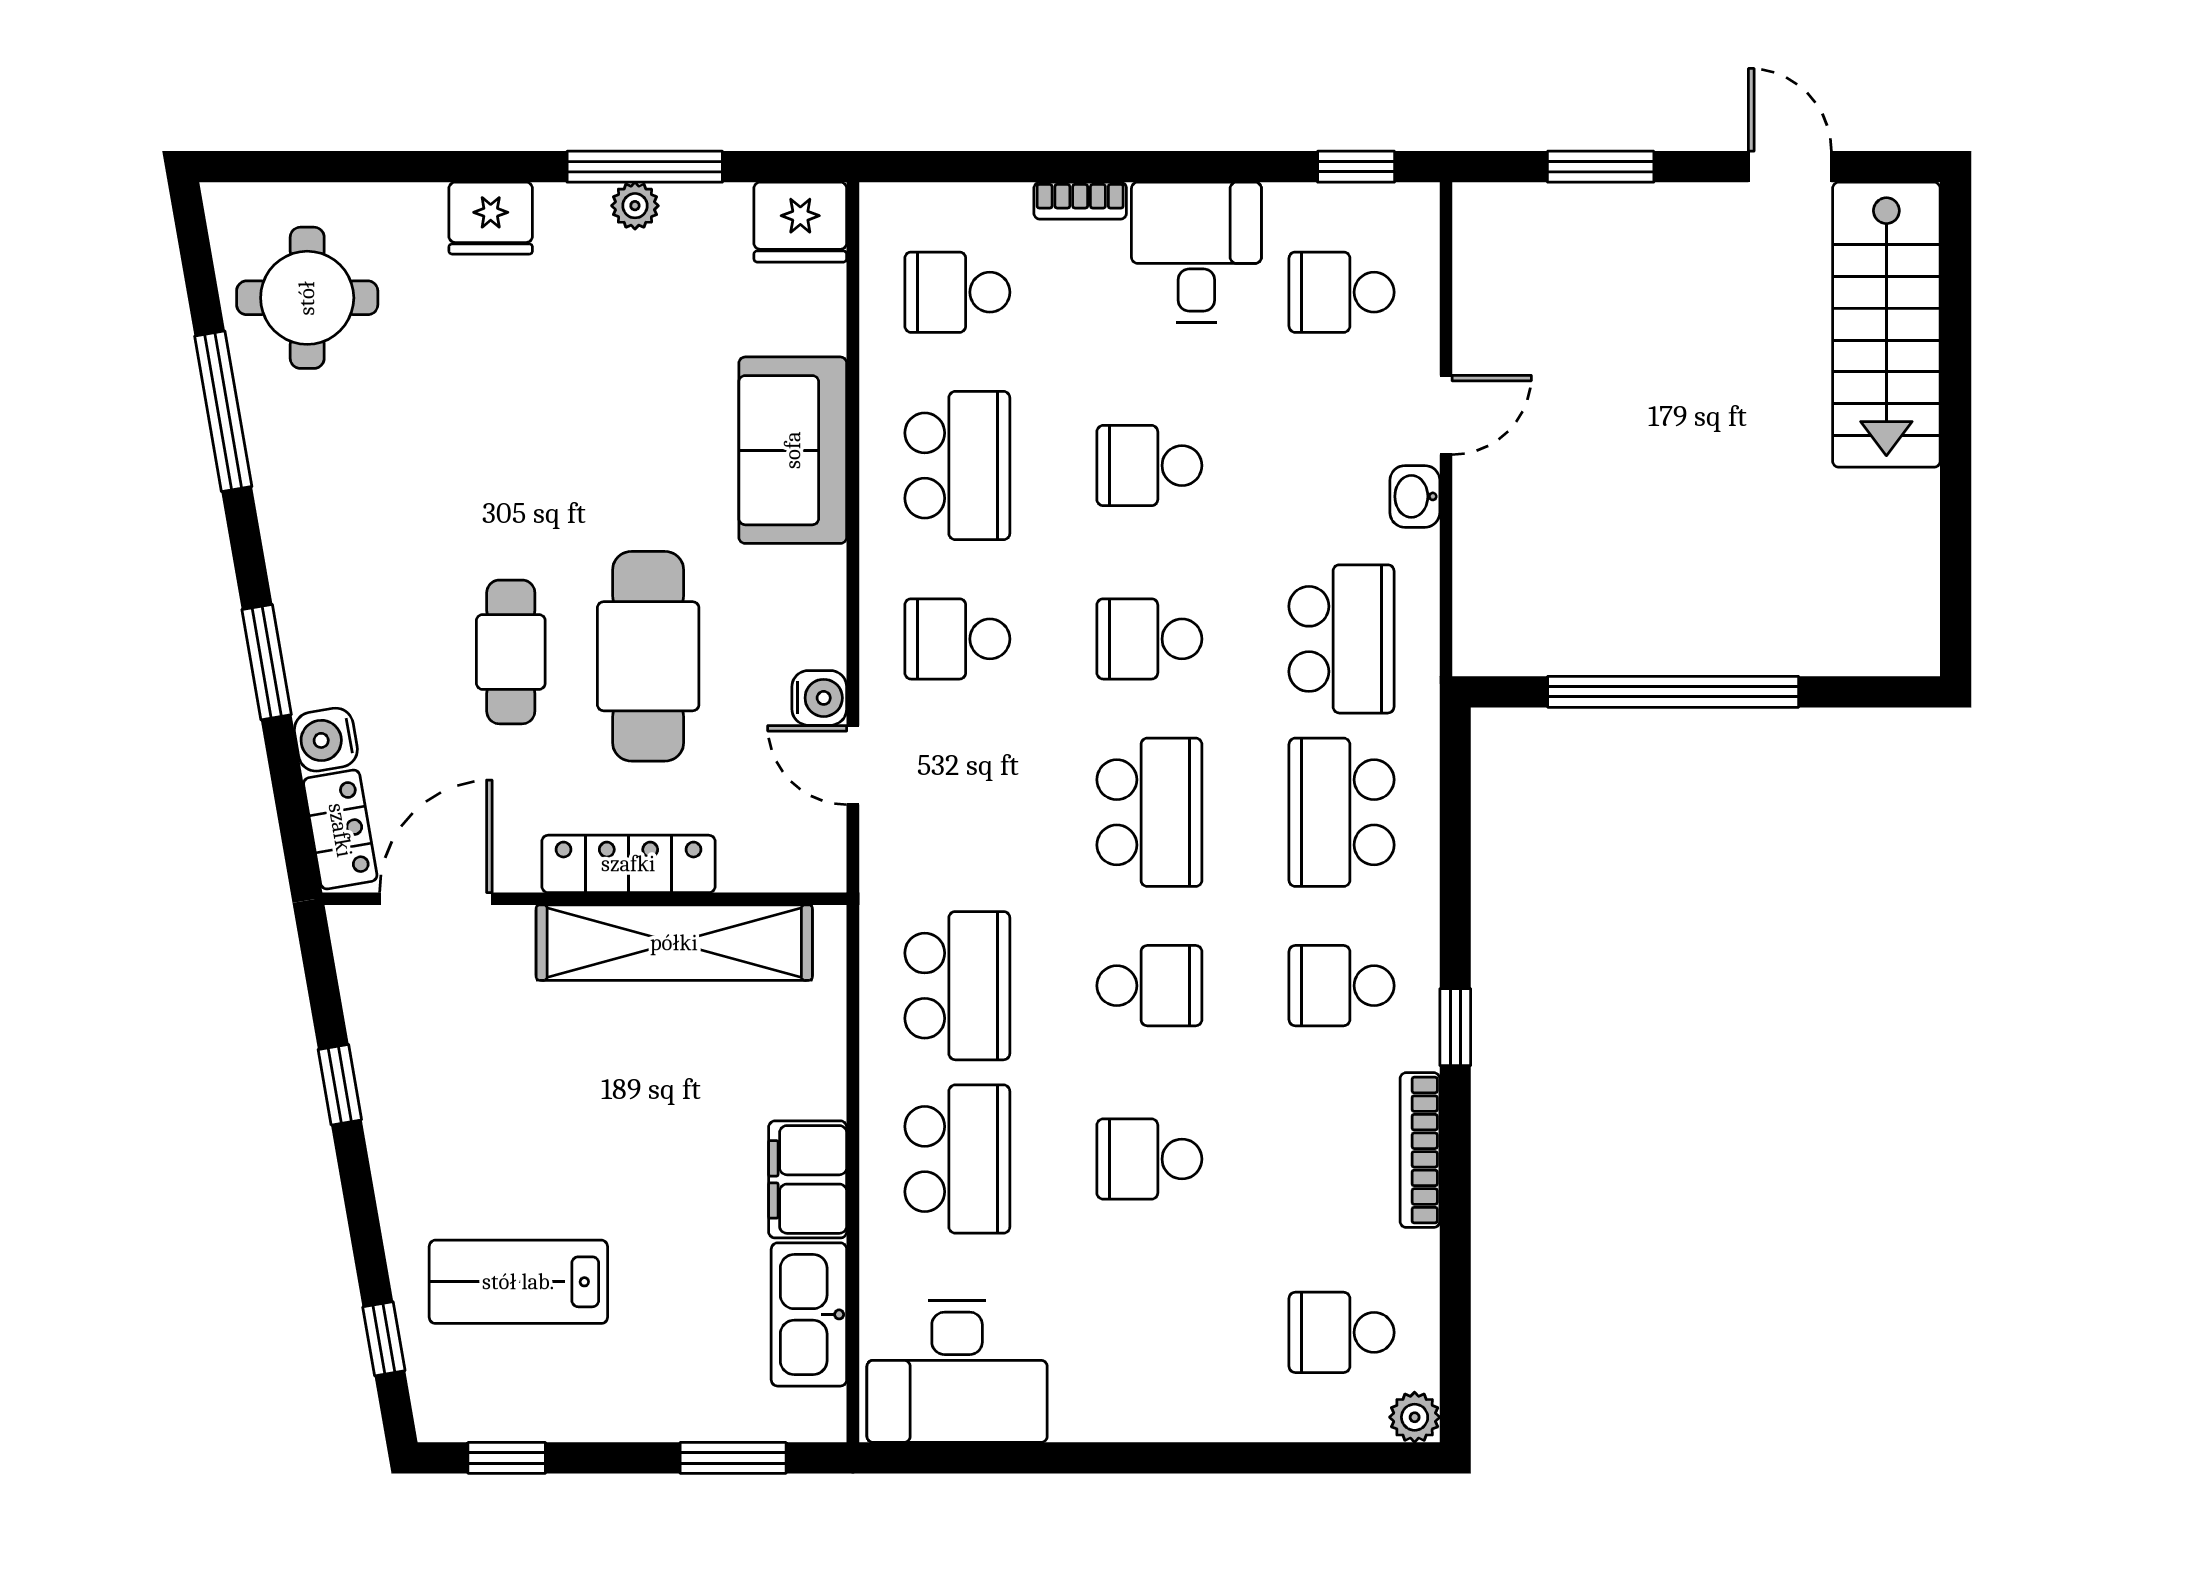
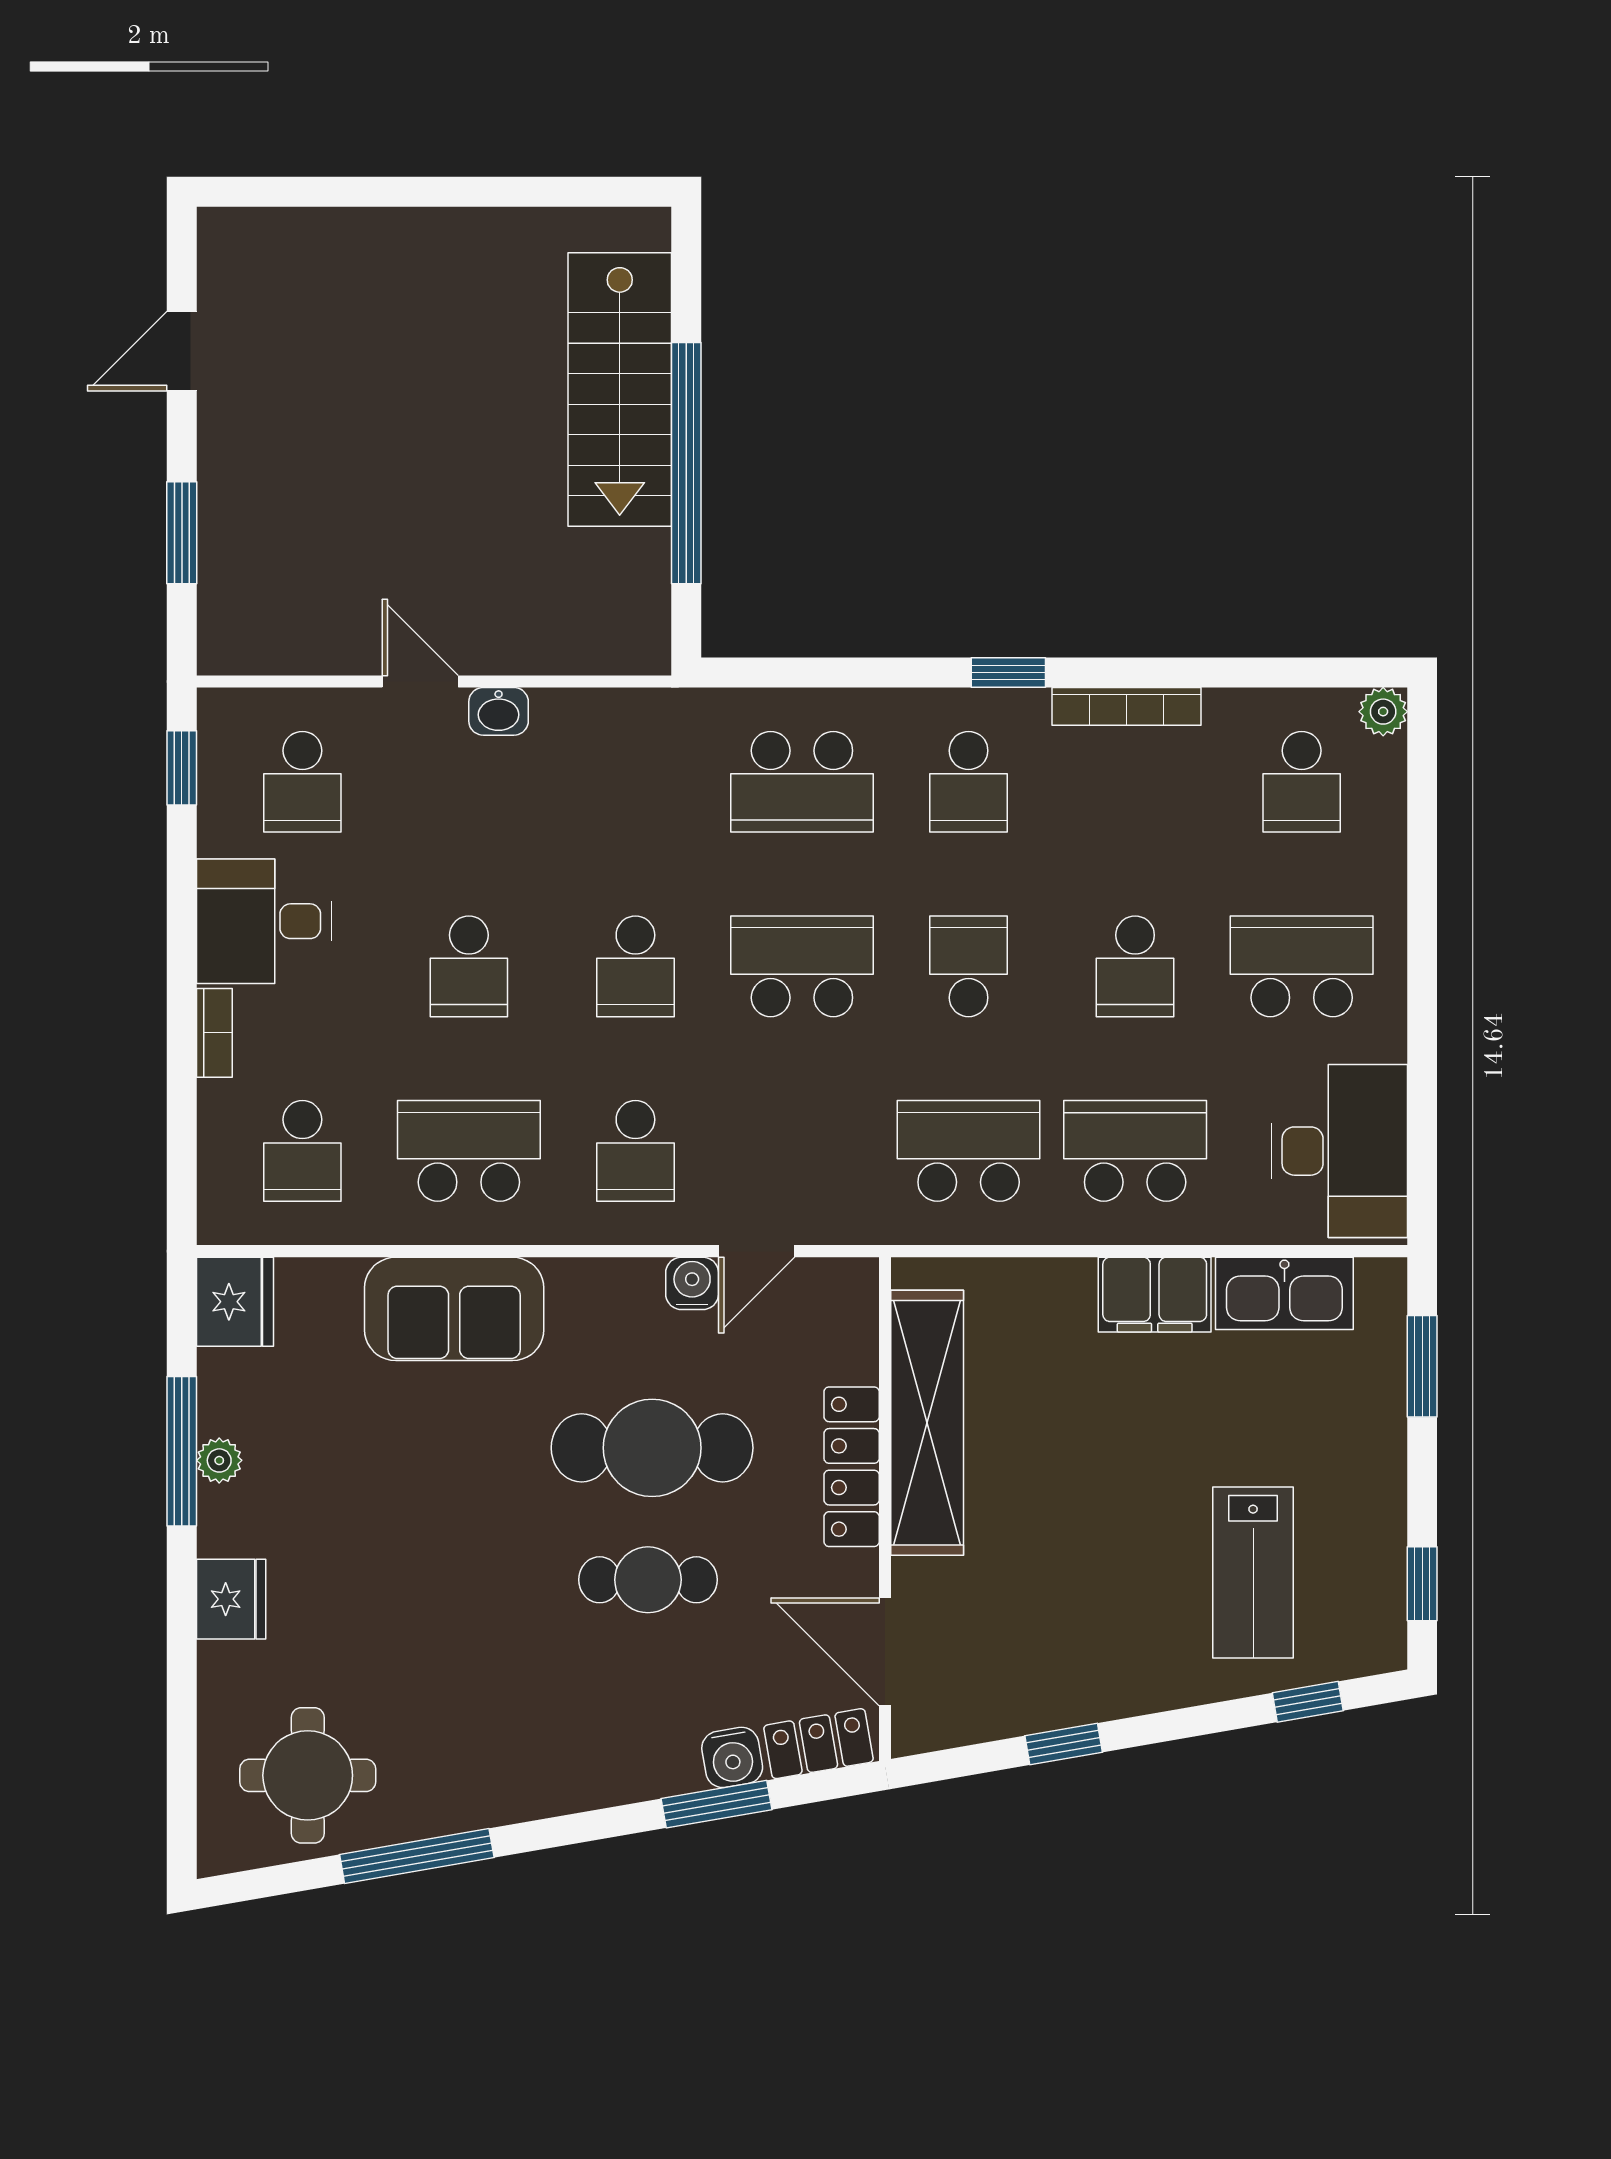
stairs: (1886, 325) -> (620, 389), moved, turned 90
school desk: (1341, 639) -> (1302, 966), moved
window: (267, 662) -> (716, 1804), moved

